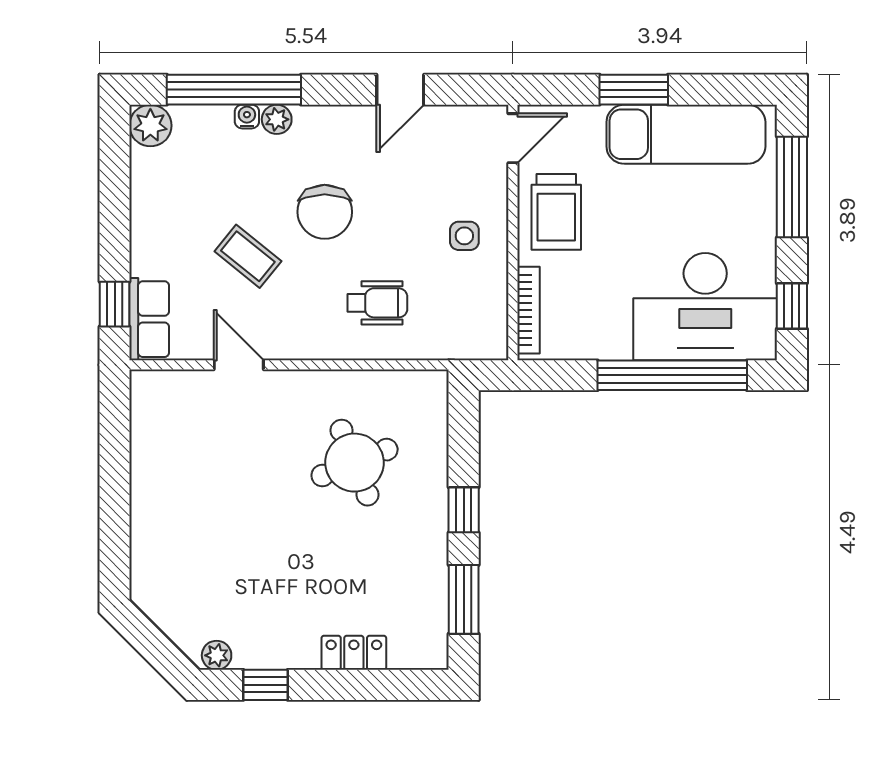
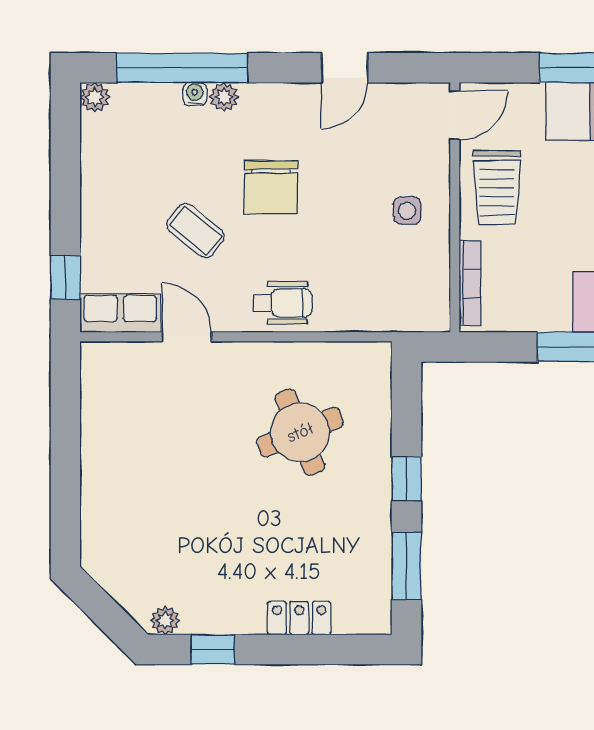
plant: (150, 126) -> (95, 97), width x0.73, depth x0.73
wheelchair: (377, 303) -> (283, 303), moved
row of seats: (149, 319) -> (120, 313), moved, turned -90

